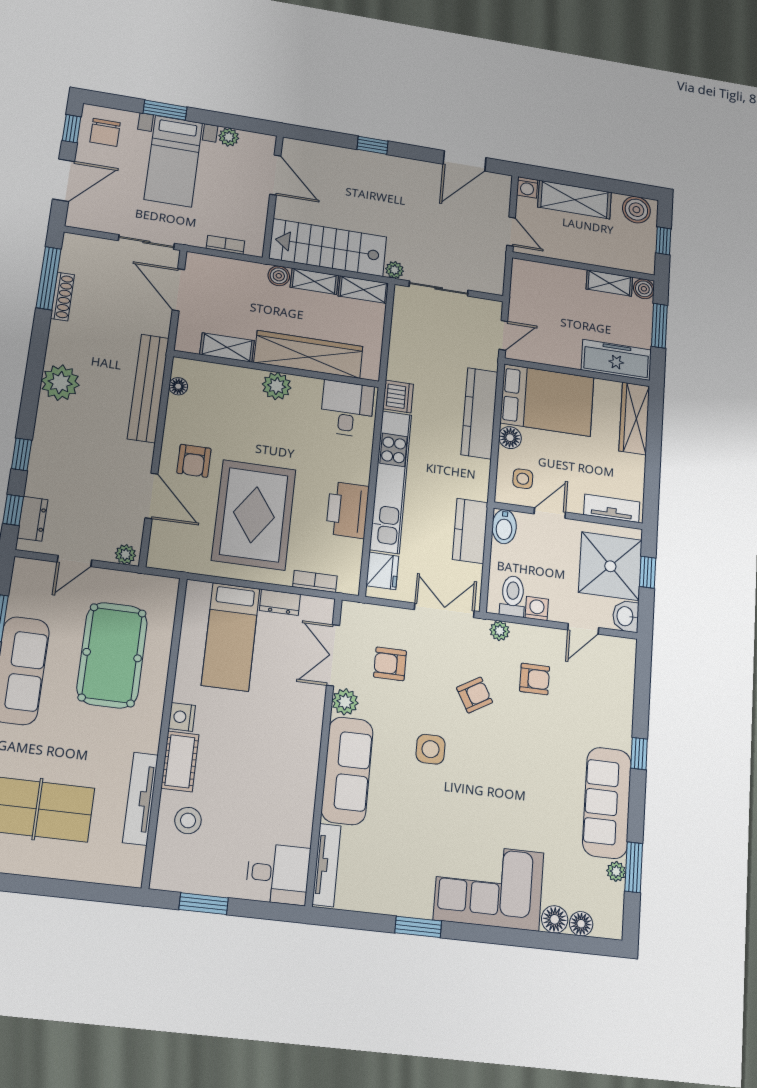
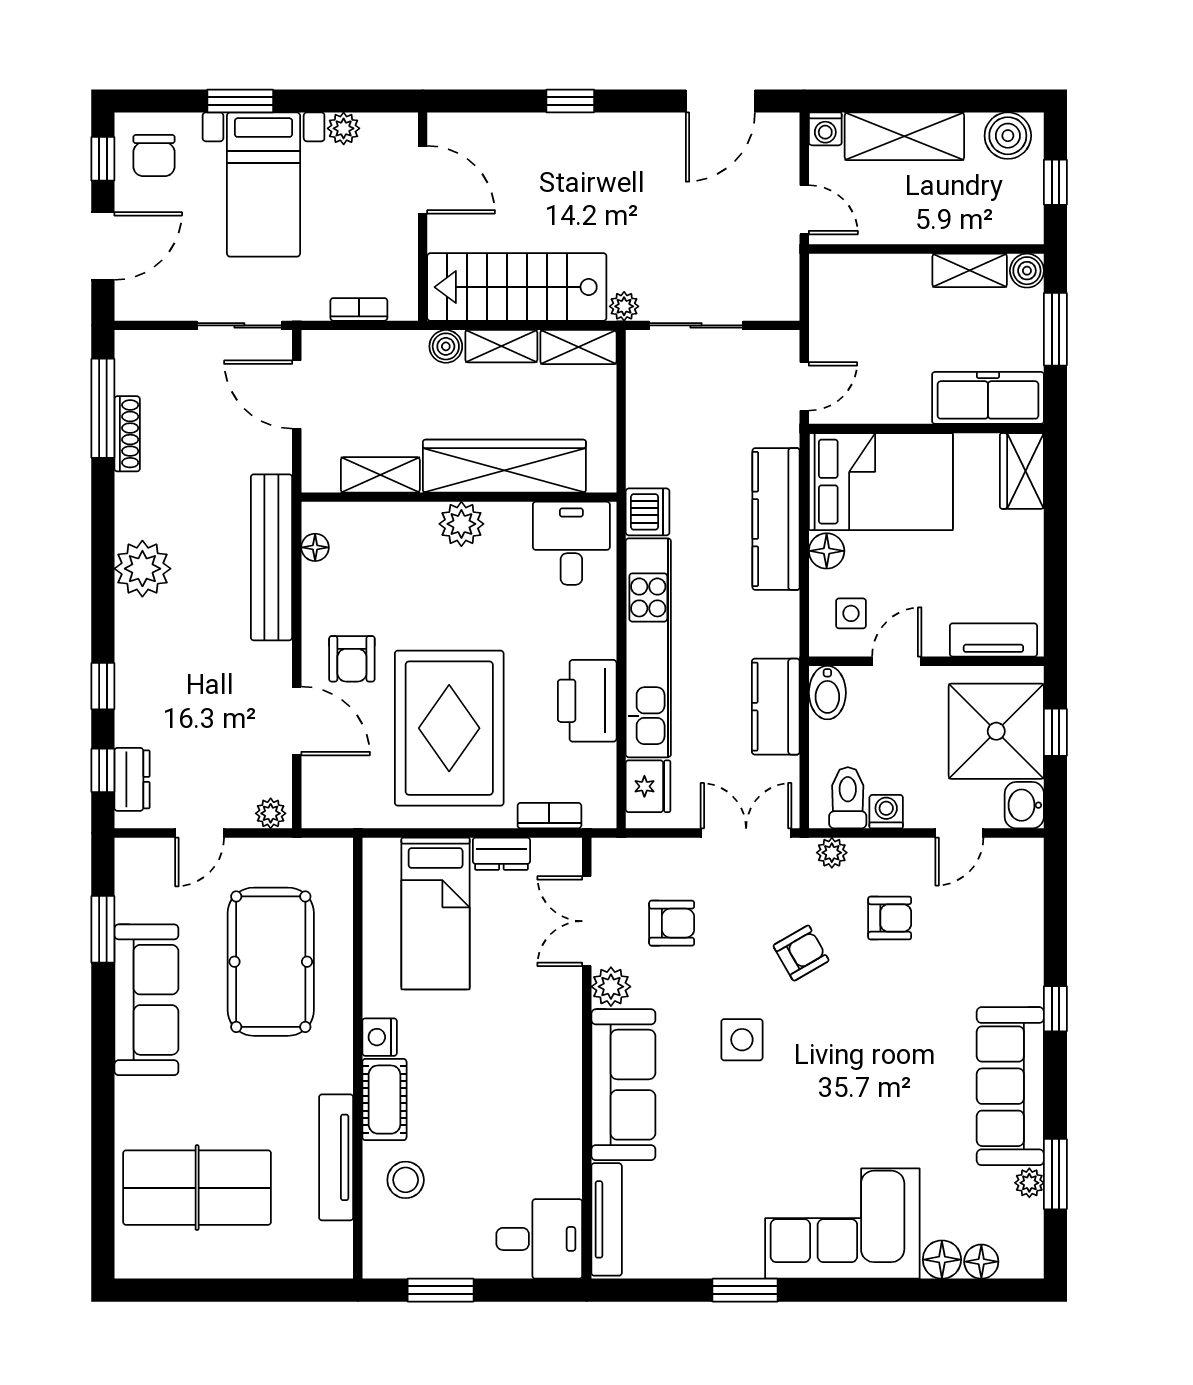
wardrobe: (634, 418) -> (1022, 471), width x0.67
armchair: (390, 664) -> (672, 923), turned 180

